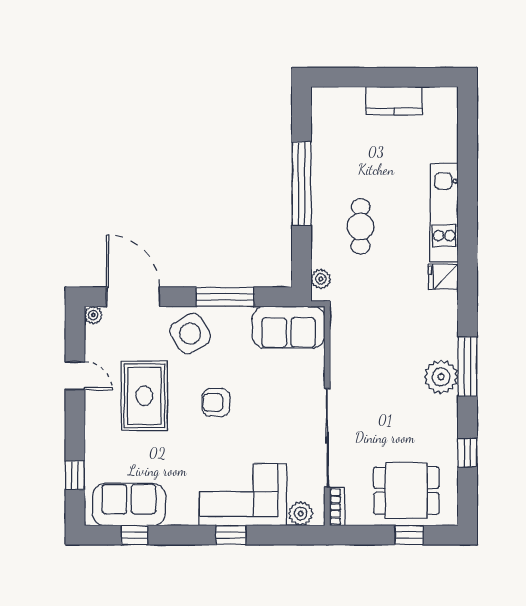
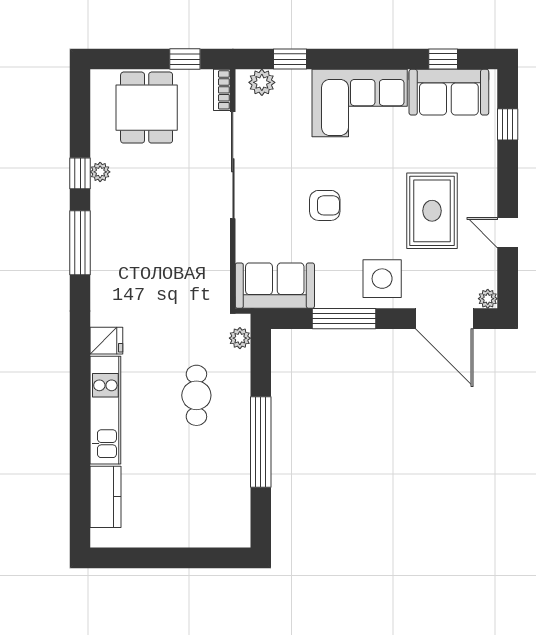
kitchen counter: (394, 101) -> (106, 497), moved, turned 90
side table: (190, 334) -> (382, 279), turned 31
plant: (441, 377) -> (100, 172), moved, width x0.53, depth x0.53
armchair: (216, 402) -> (325, 205), moved
window: (467, 453) -> (80, 173), moved
dining table: (406, 491) -> (147, 108), turned 90
corner sofa: (243, 495) -> (360, 103), moved
window: (231, 535) -> (290, 59), moved
window: (409, 535) -> (185, 59), moved

